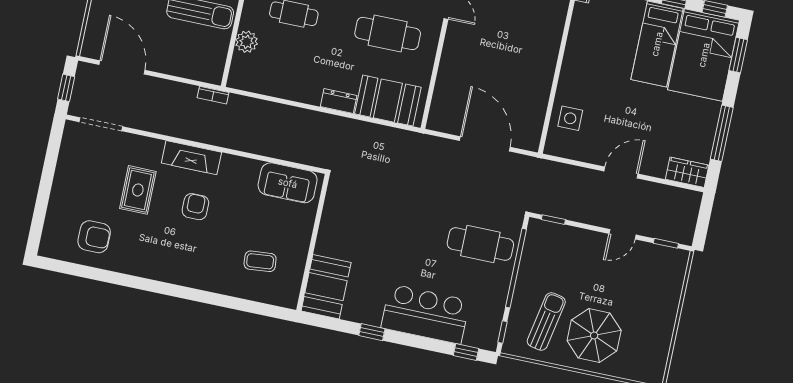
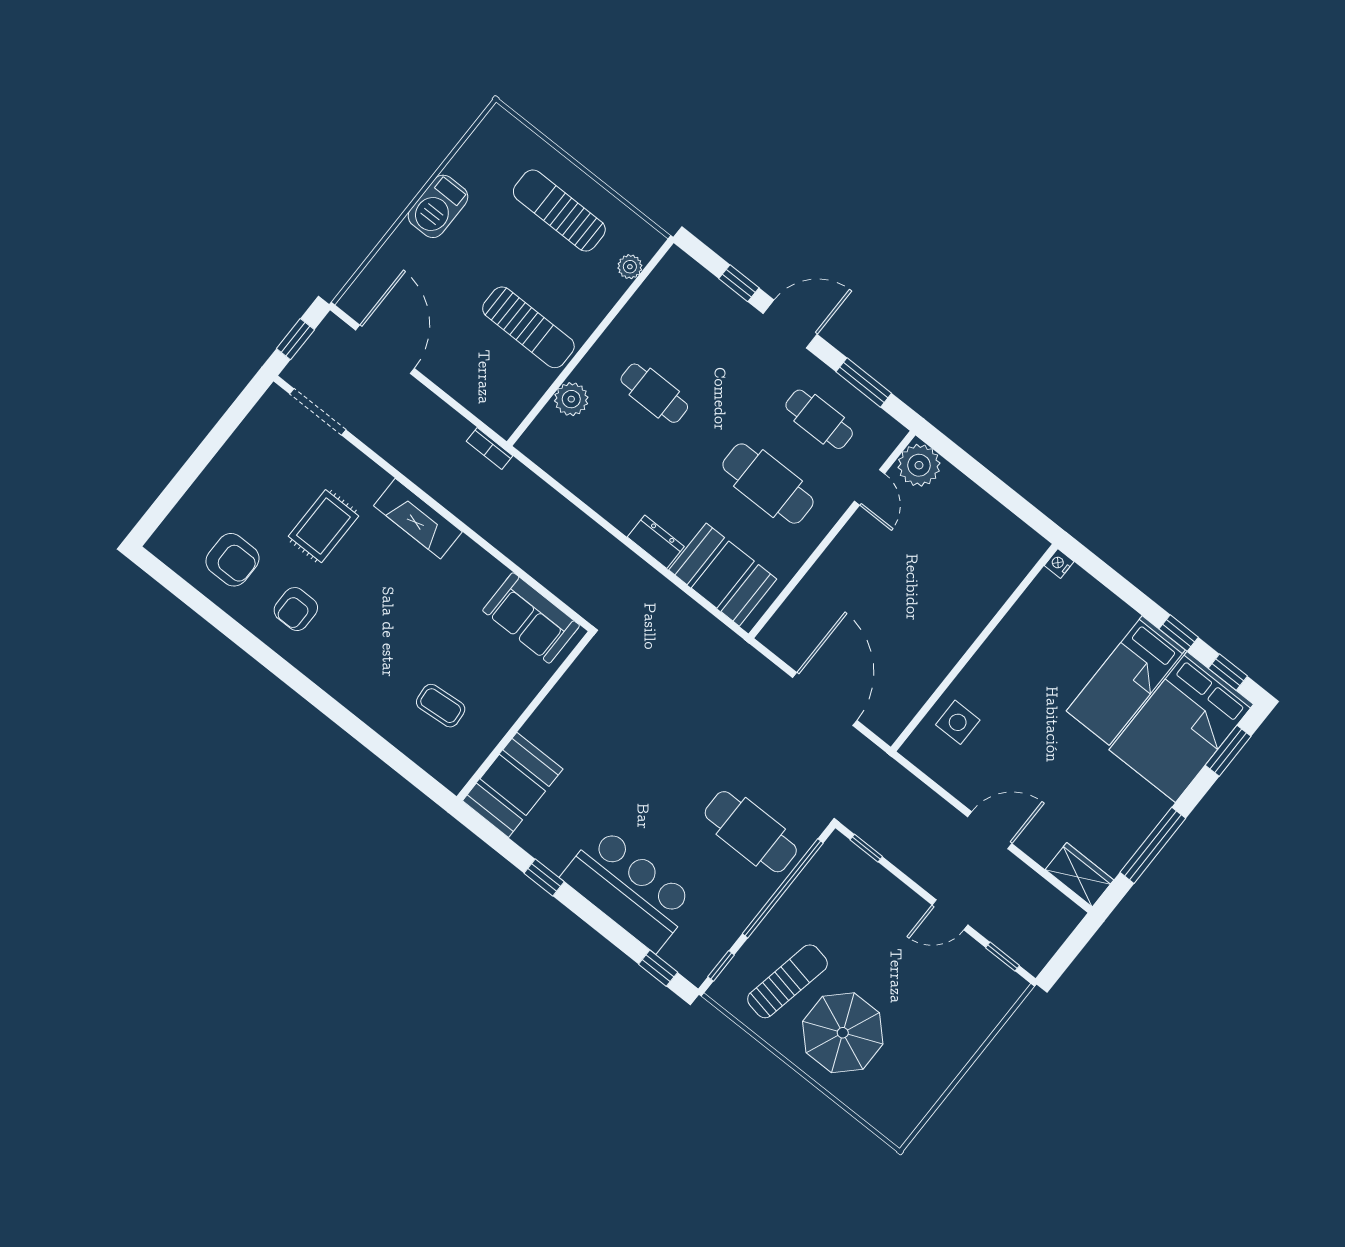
armchair: (195, 207) -> (296, 609), moved, turned 180

